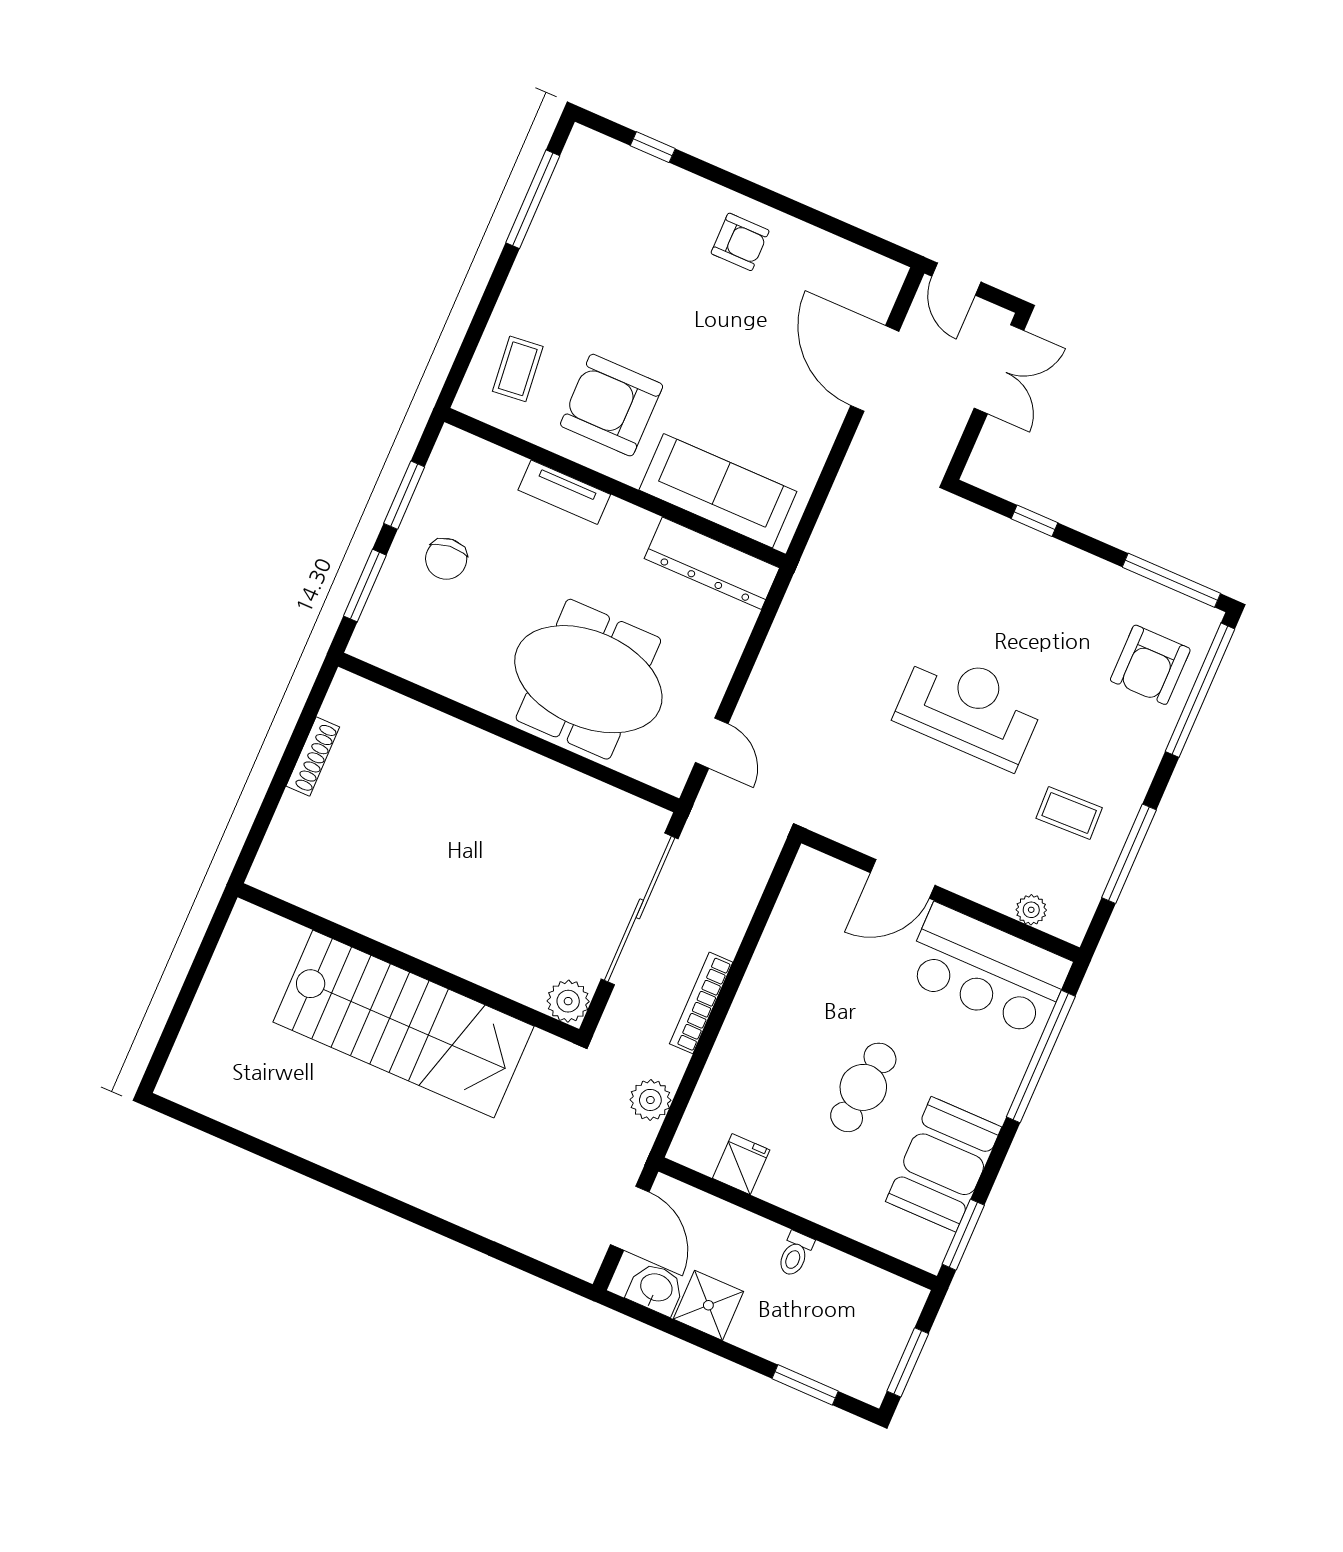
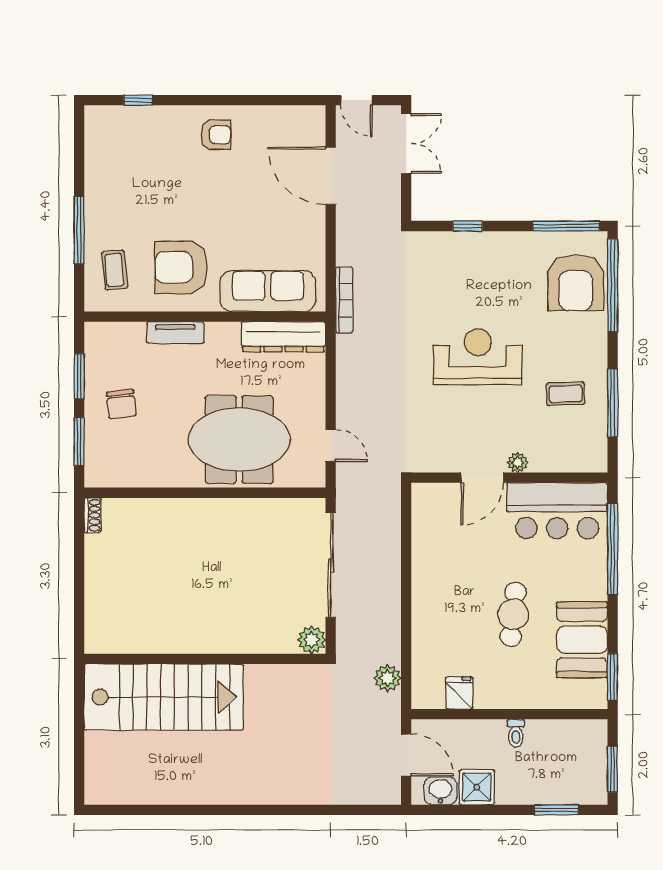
window: (533, 199) -> (79, 230), moved
armchair: (1150, 665) -> (576, 283), width x1.36, depth x1.36
shoe rack: (313, 756) -> (93, 515), moved, width x0.70
plant: (1031, 910) -> (518, 463), moved
bookcase: (701, 1003) -> (344, 300), moved, turned 180
stairs: (403, 1024) -> (164, 697), moved

